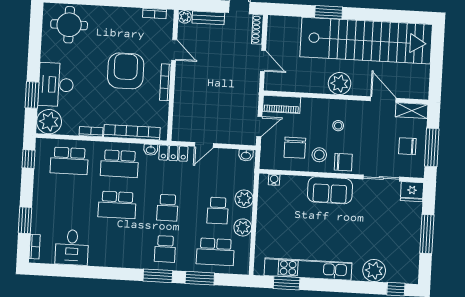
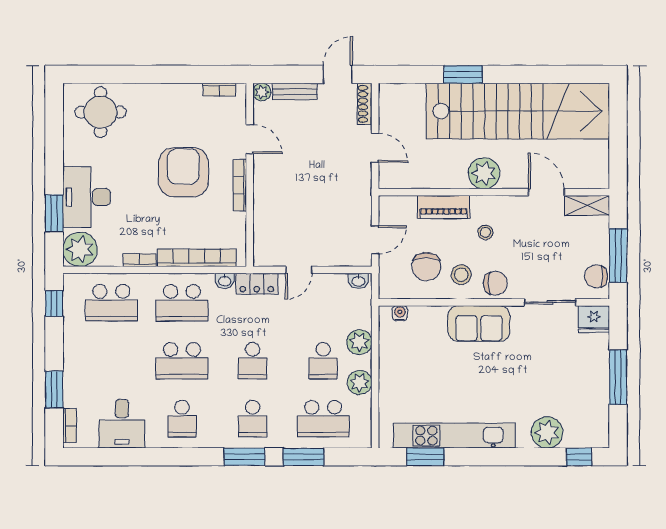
piano: (282, 104) -> (444, 207), moved
chair: (407, 146) -> (596, 276), moved
school desk: (115, 246) -> (182, 419), added

